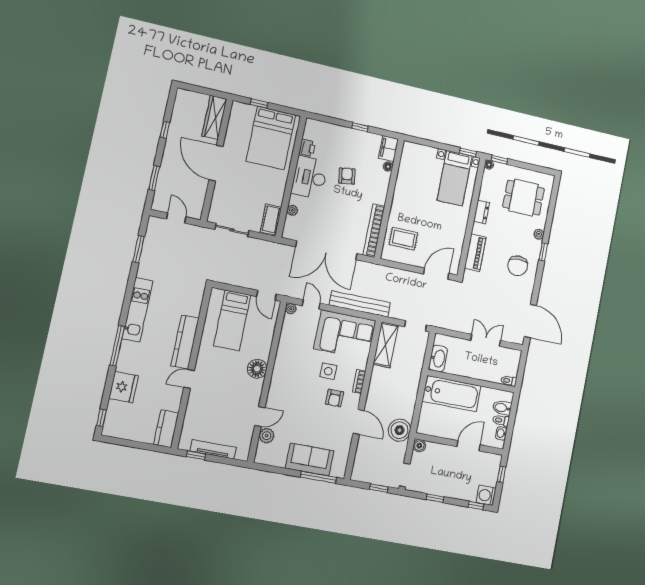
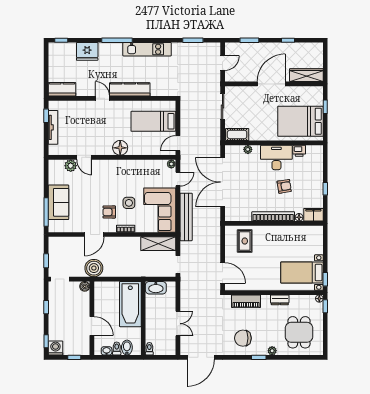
bookcase: (374, 231) -> (273, 216), moved

